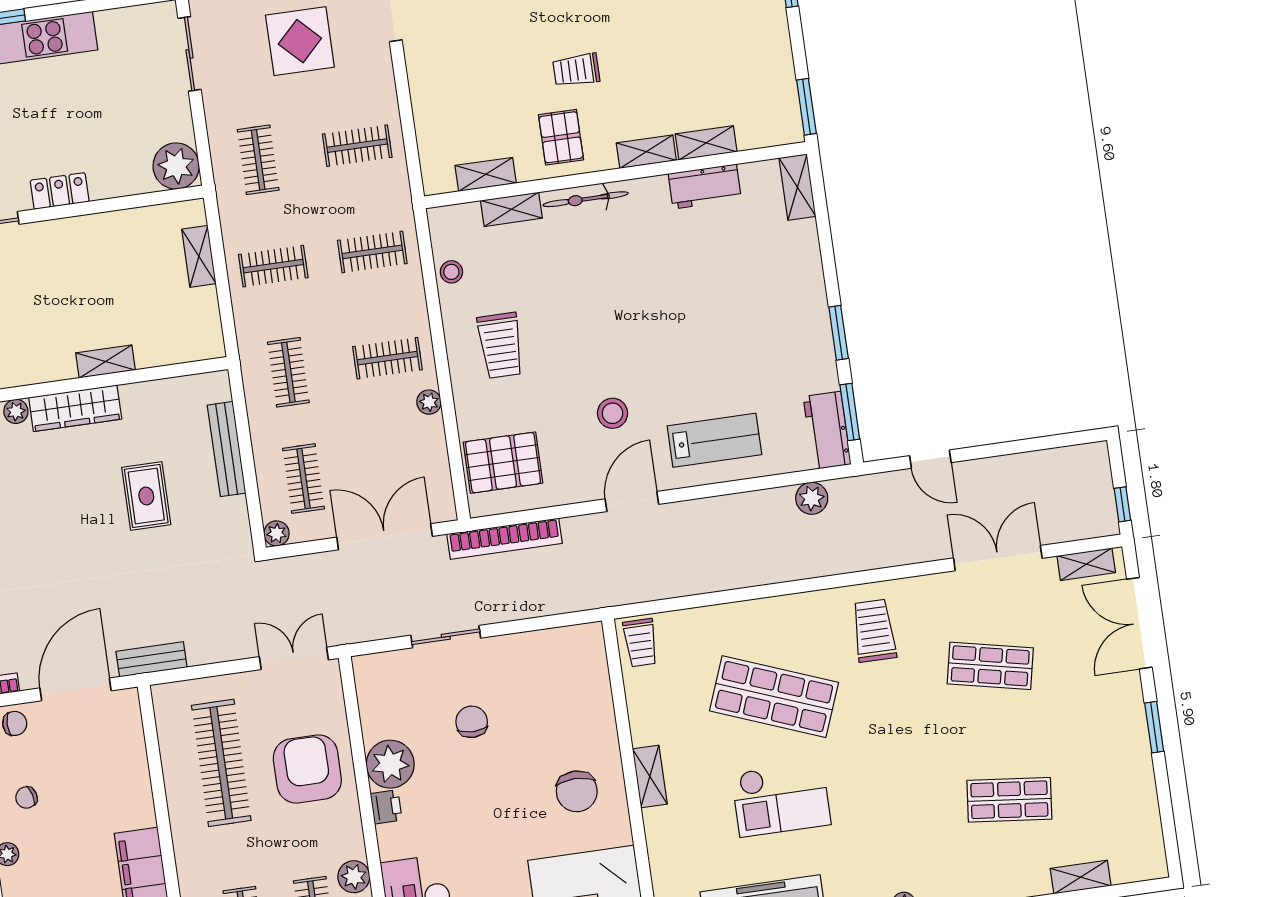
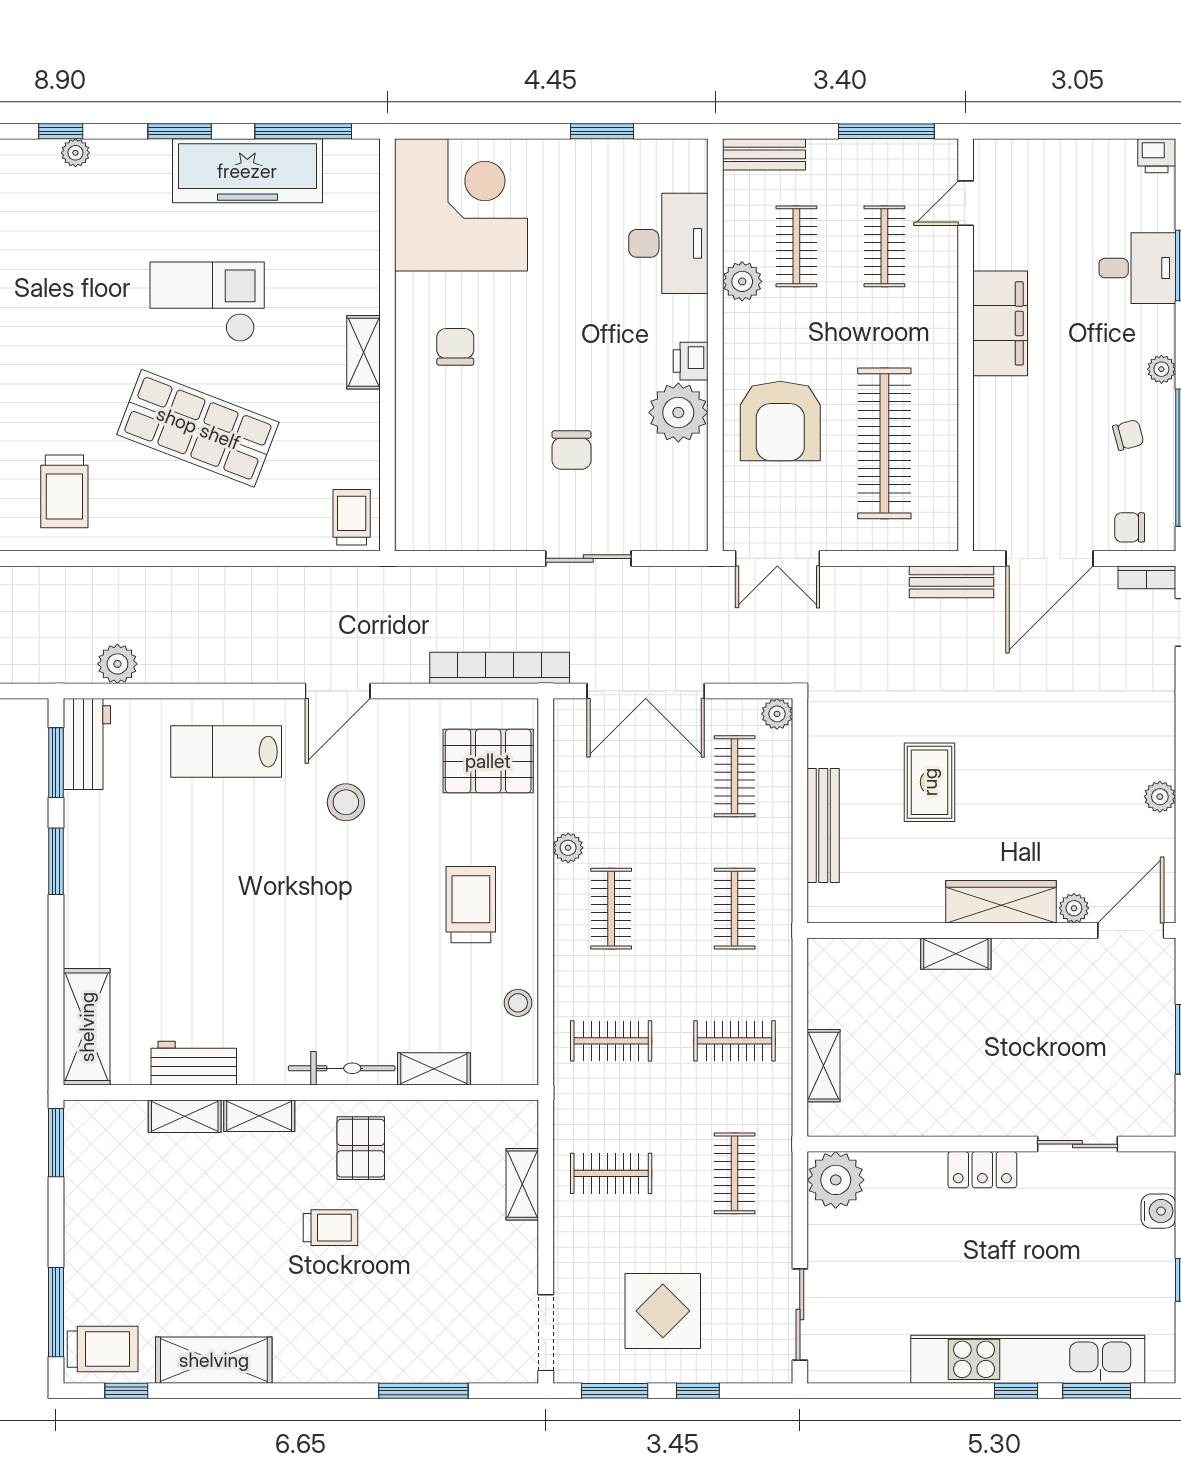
shelving: (486, 174) -> (522, 1184), moved, turned 90
shelving: (797, 187) -> (87, 1027), width x1.50, depth x1.33
clothes rail: (387, 358) -> (611, 909), turned 90
chair: (577, 791) -> (455, 347), width x0.73, depth x0.73

